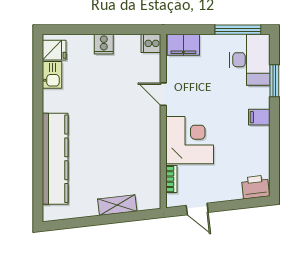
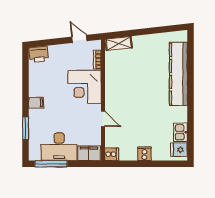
desk: (250, 60) -> (59, 147), moved, turned -90
shelving: (117, 205) -> (119, 43), moved

